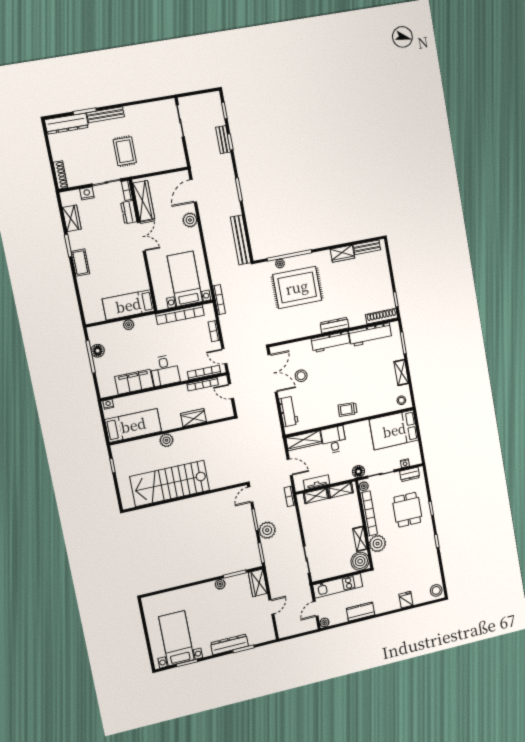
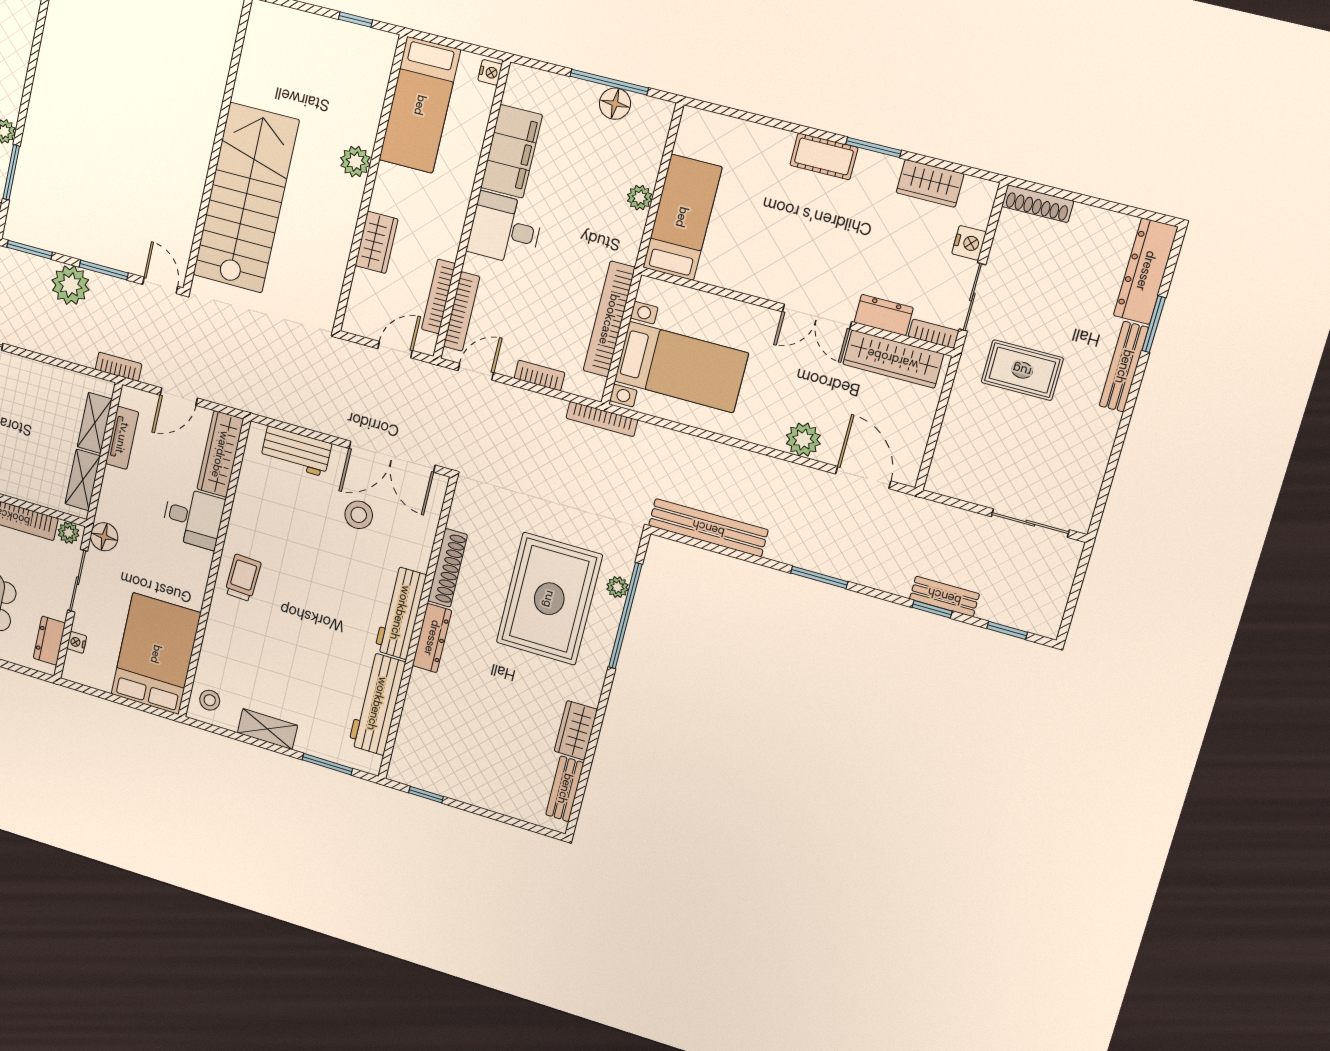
shoe rack: (382, 316) -> (448, 568), moved
stairs: (170, 483) -> (246, 198), moved

